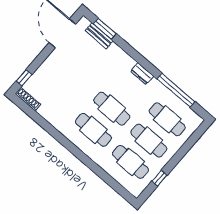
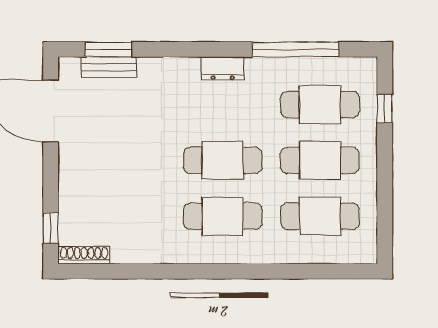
window: (159, 178) -> (385, 109), moved

